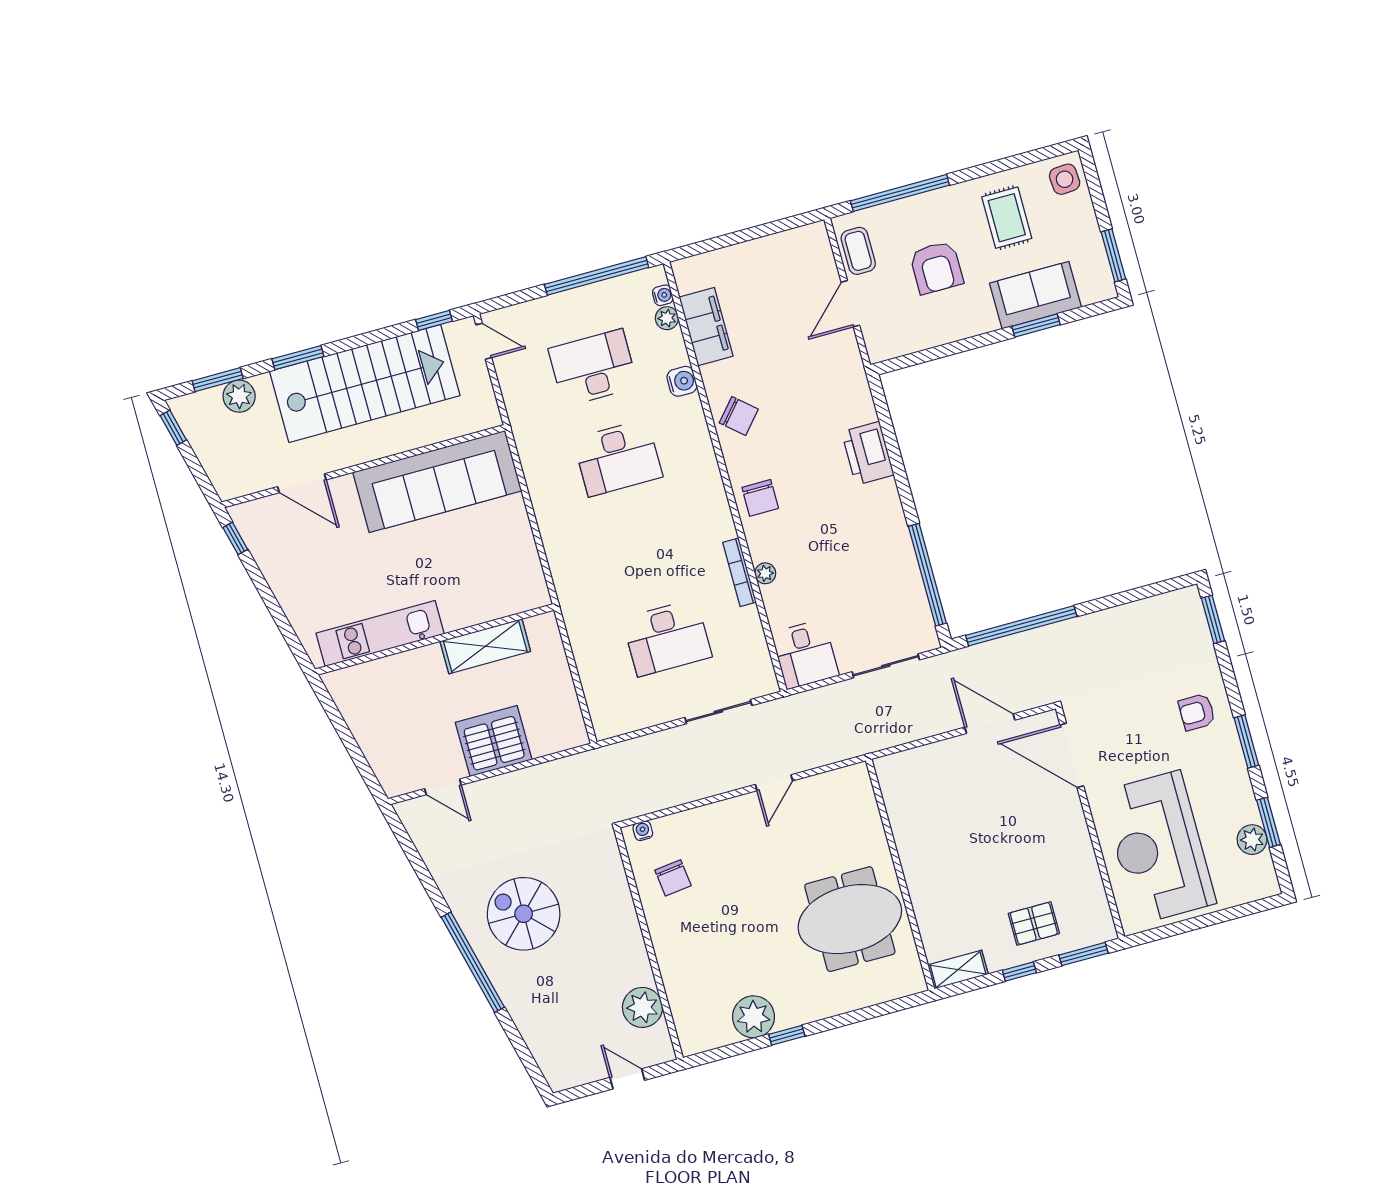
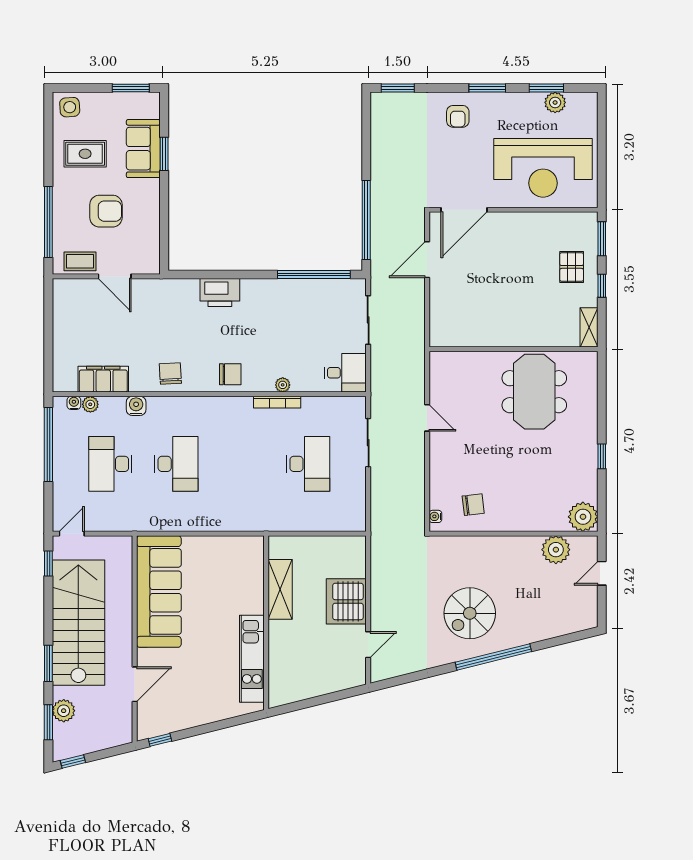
chair: (739, 416) -> (170, 374), turned -44
plant: (753, 1017) -> (583, 517), moved

